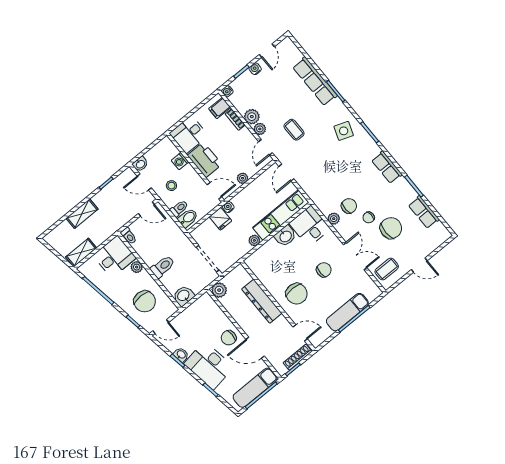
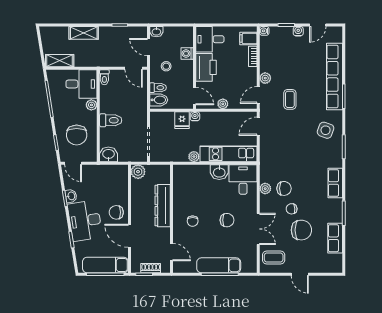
row of seats: (315, 81) -> (334, 76), width x1.36
plant: (252, 117) -> (267, 64), removed
chair: (297, 294) -> (193, 221), width x0.54, depth x0.54
shoe rack: (297, 357) -> (151, 268), width x0.70

